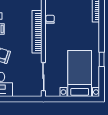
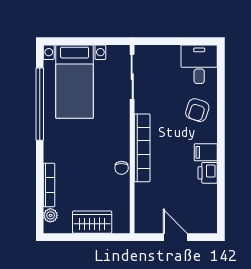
window: (102, 59) -> (40, 104), width x3.17

